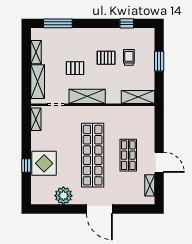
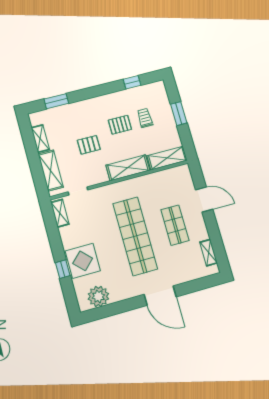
window: (58, 23) -> (56, 101), width x0.69
shelving: (87, 96) -> (128, 168), moved
door: (159, 162) -> (204, 200), moved
plant: (63, 196) -> (98, 296), moved

